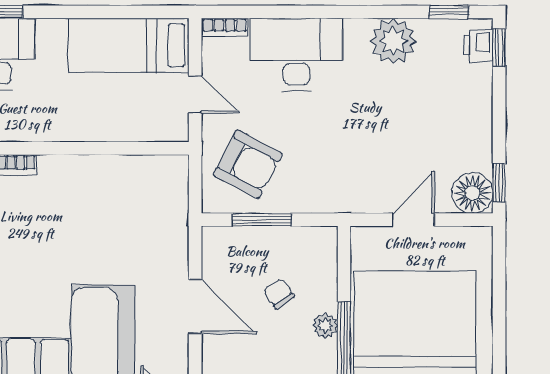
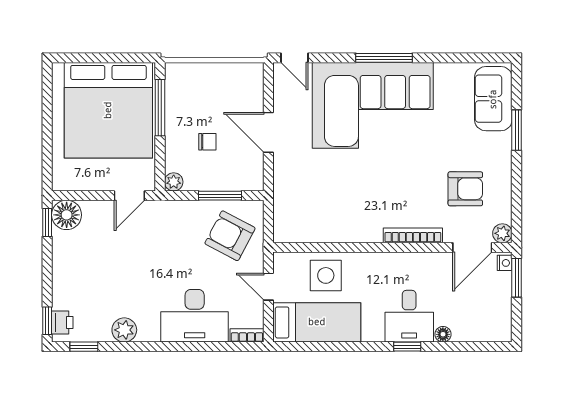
plant: (393, 41) -> (124, 330), width x0.73, depth x0.73
side table: (116, 110) -> (326, 275), added
door: (414, 220) -> (129, 196), moved
chair: (279, 294) -> (207, 142), turned -56
plant: (325, 326) -> (174, 182), moved

